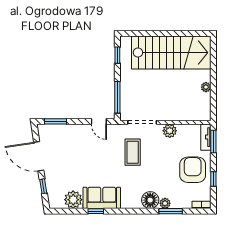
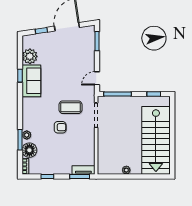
plant: (170, 131) -> (89, 139), removed
armchair: (193, 170) -> (60, 127), moved, width x0.53, depth x0.53
floor lamp: (150, 200) -> (29, 150), moved

